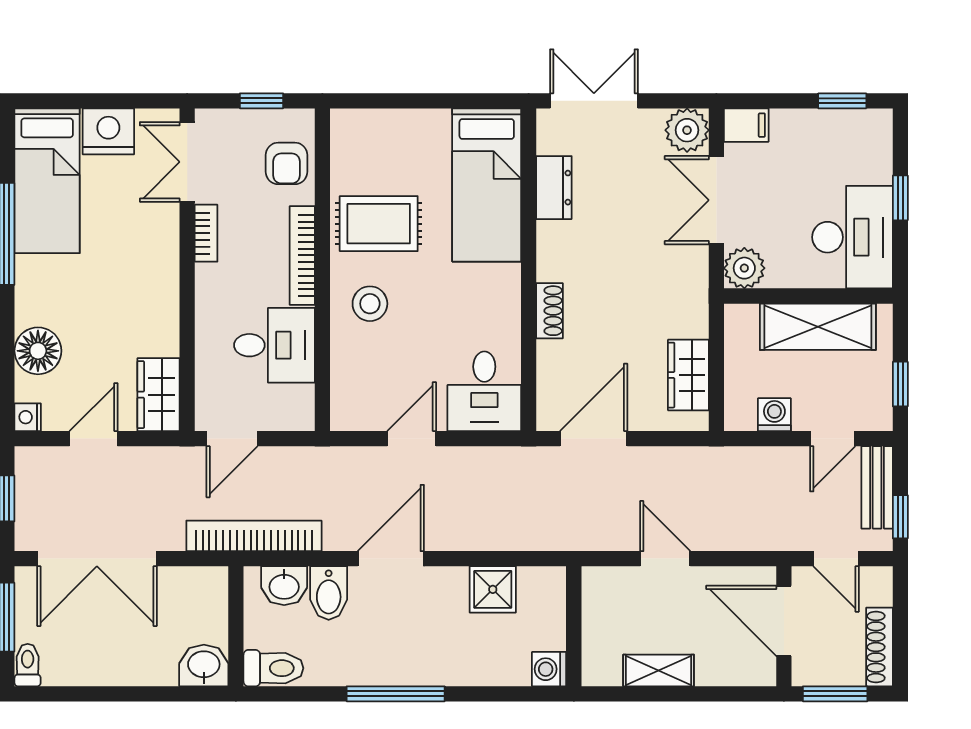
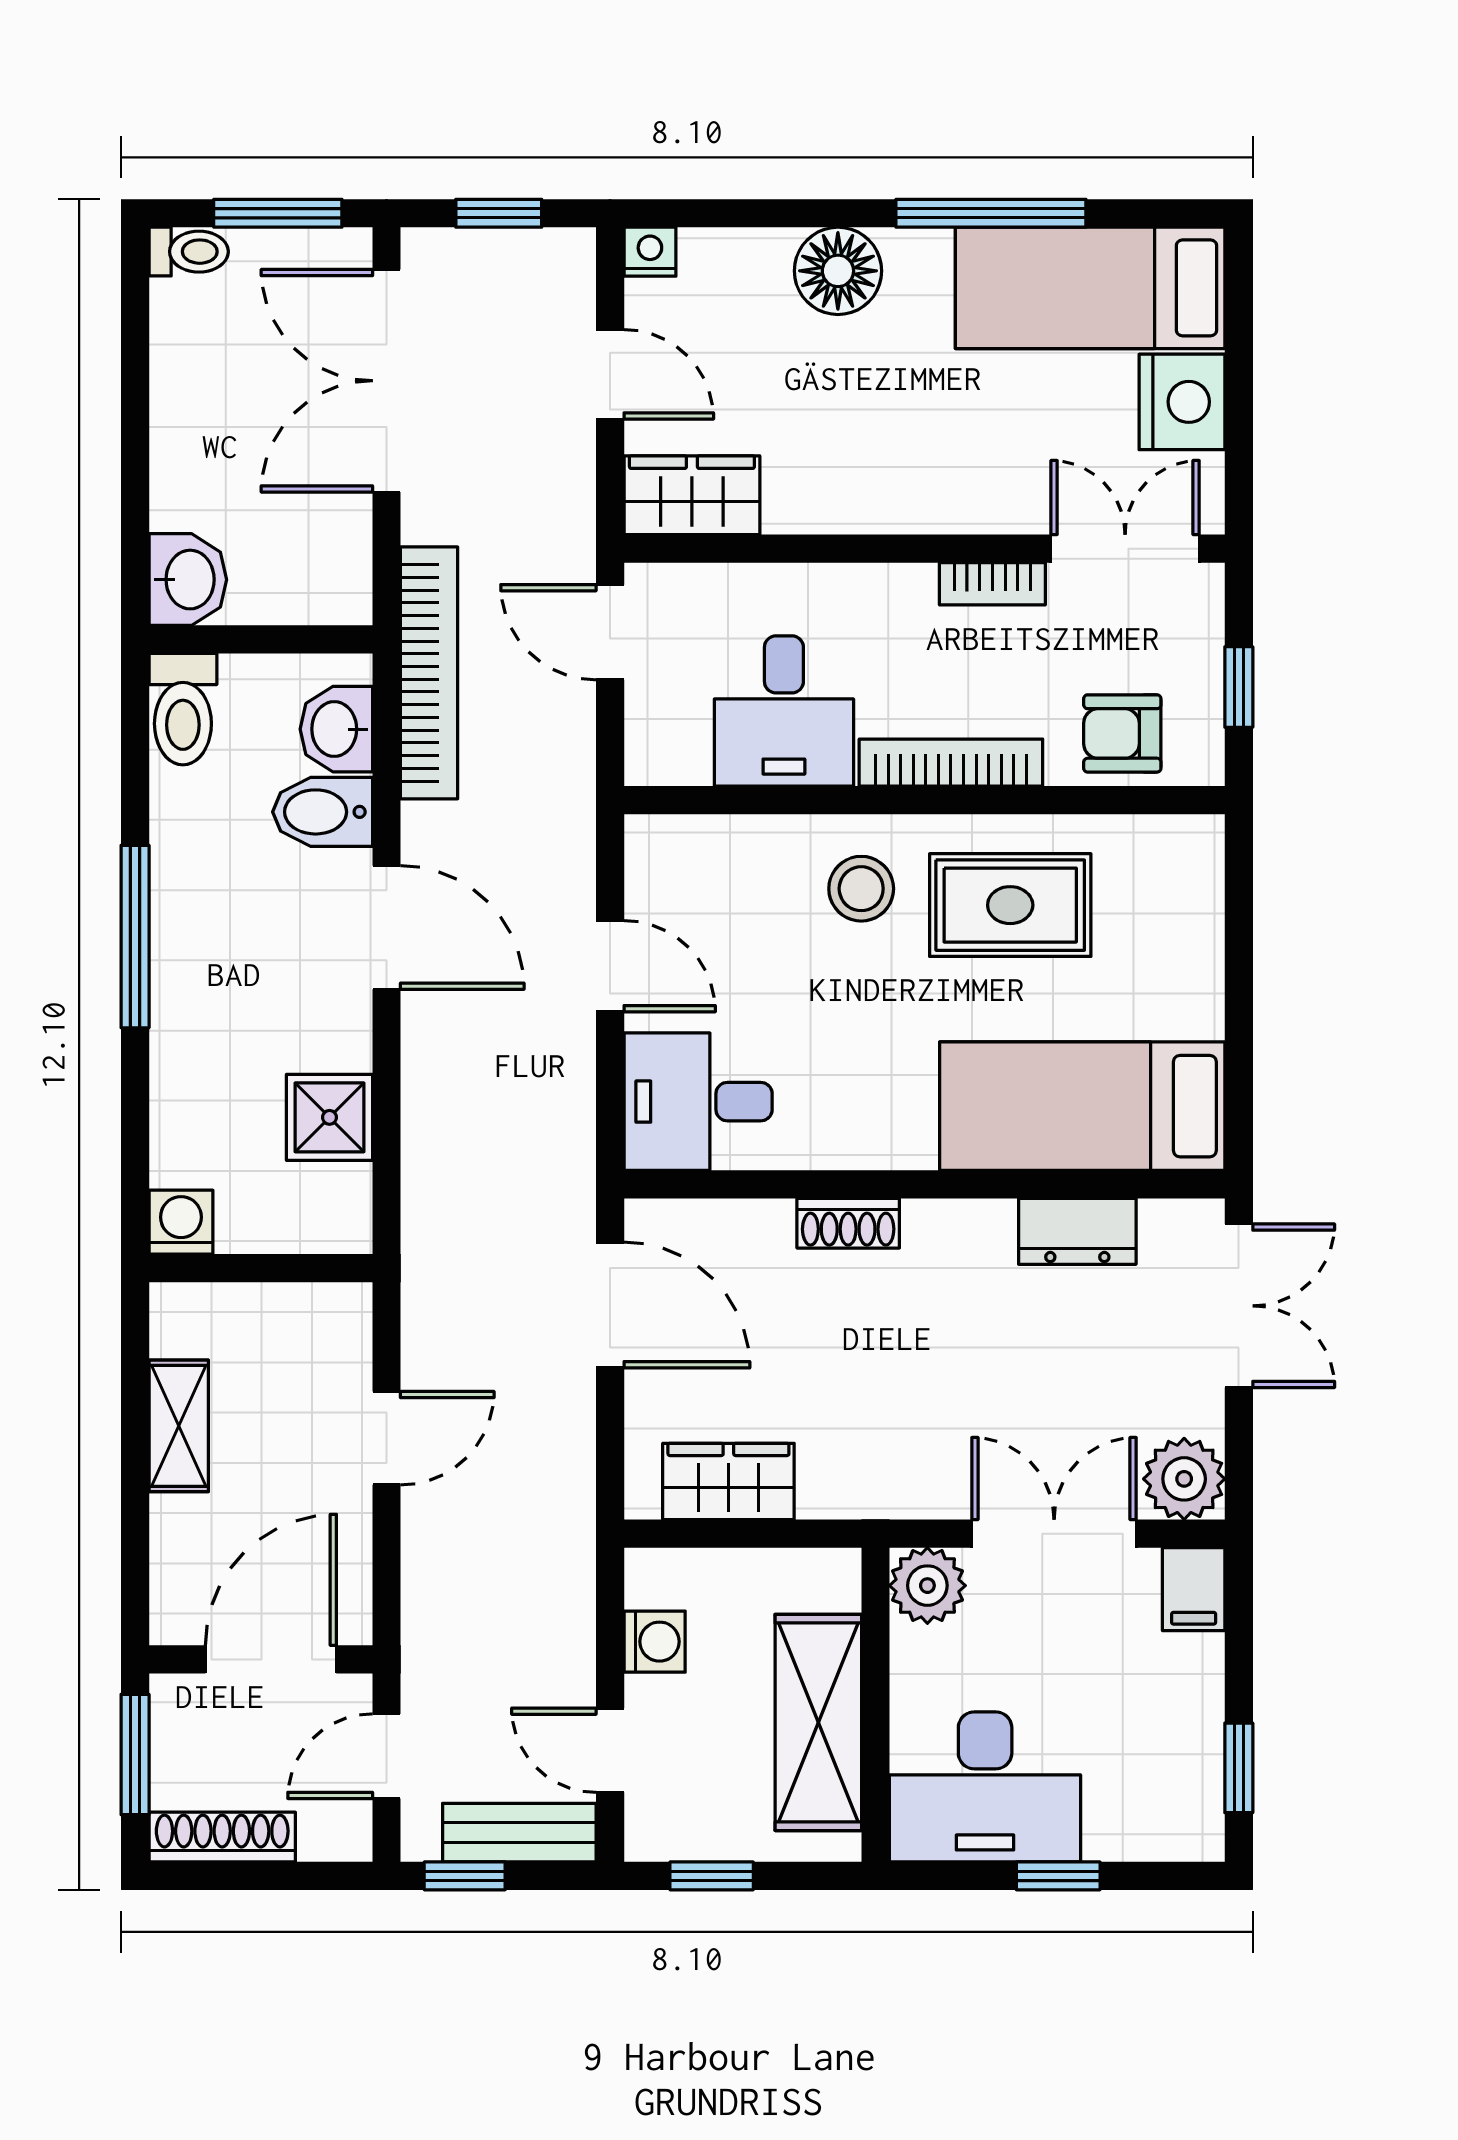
rug: (379, 224) -> (1010, 905), turned 90
floor lamp: (38, 351) -> (838, 271), moved

